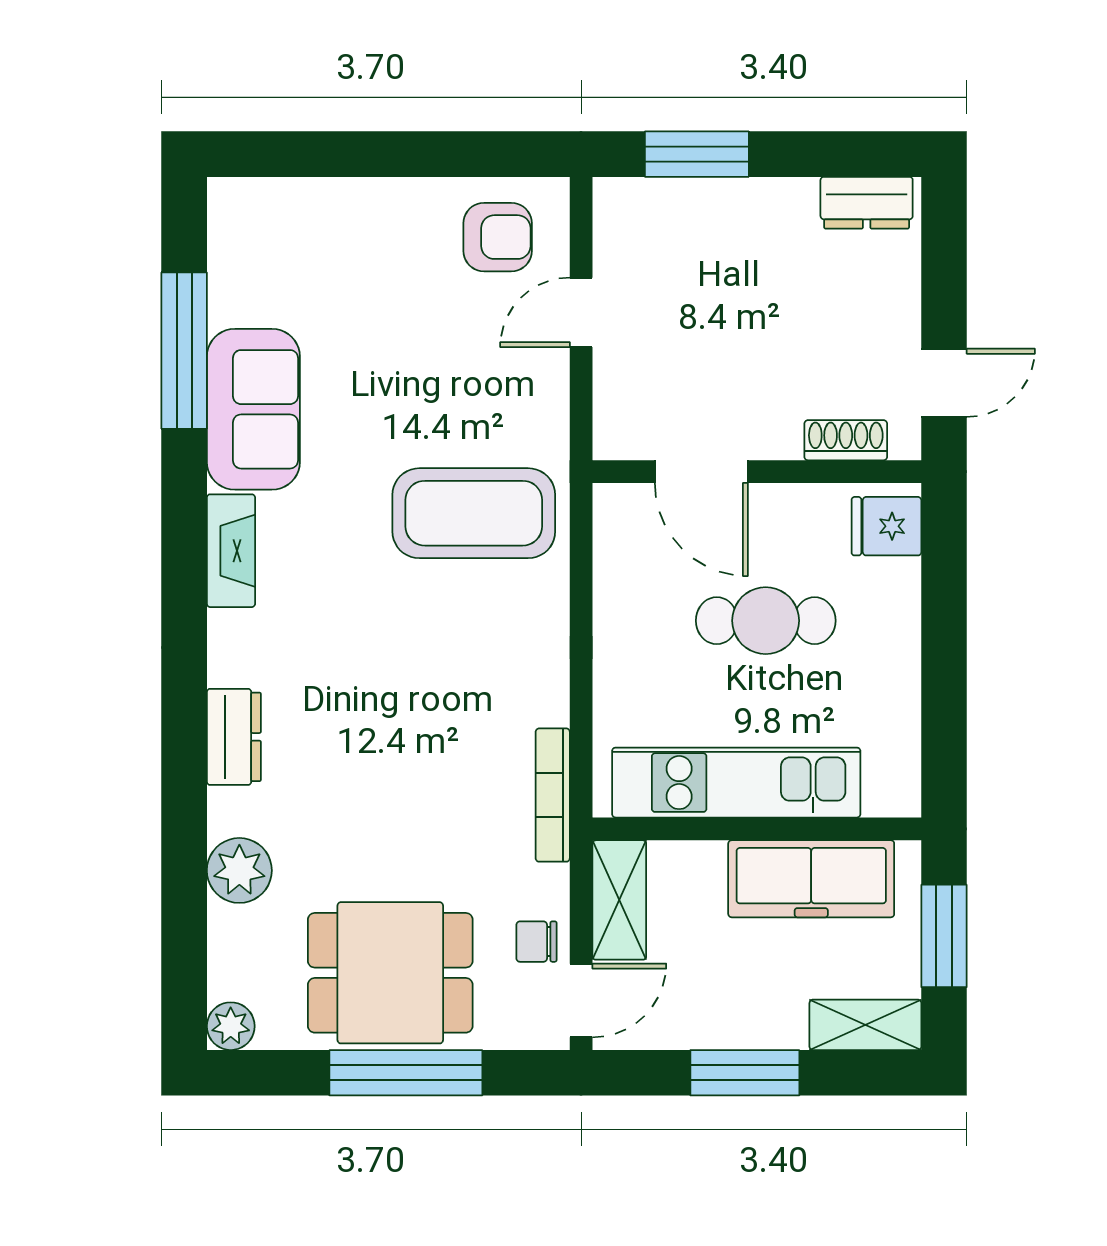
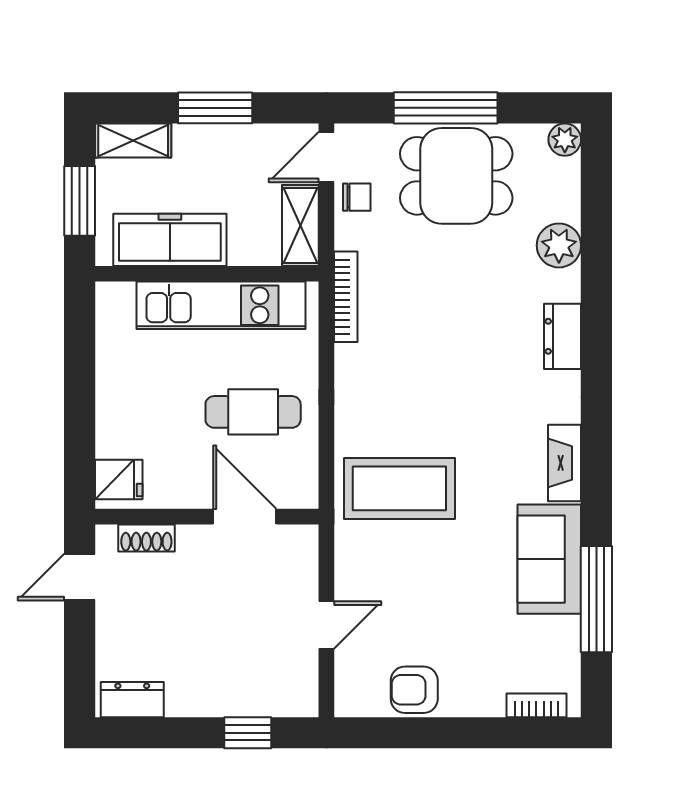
window: (697, 154) -> (248, 733), width x0.67
bookcase: (272, 194) -> (536, 705), added
armchair: (498, 237) -> (414, 690), moved
cafe table: (766, 621) -> (253, 412), moved

